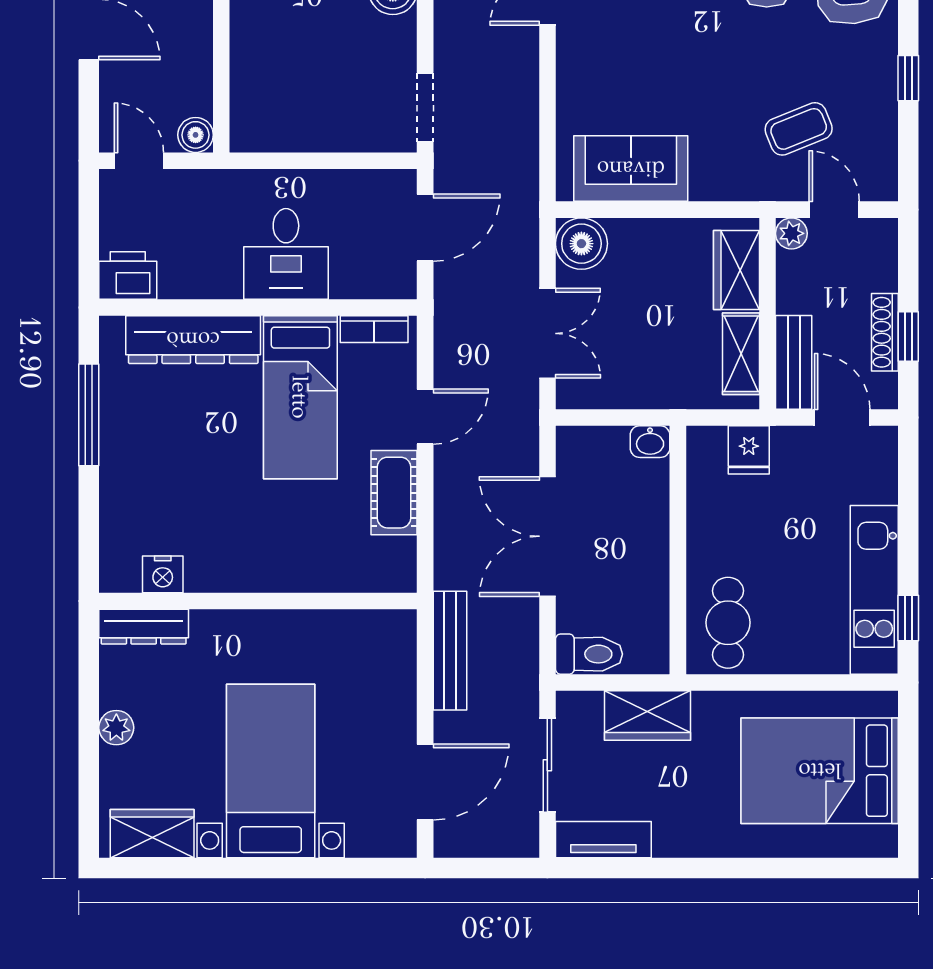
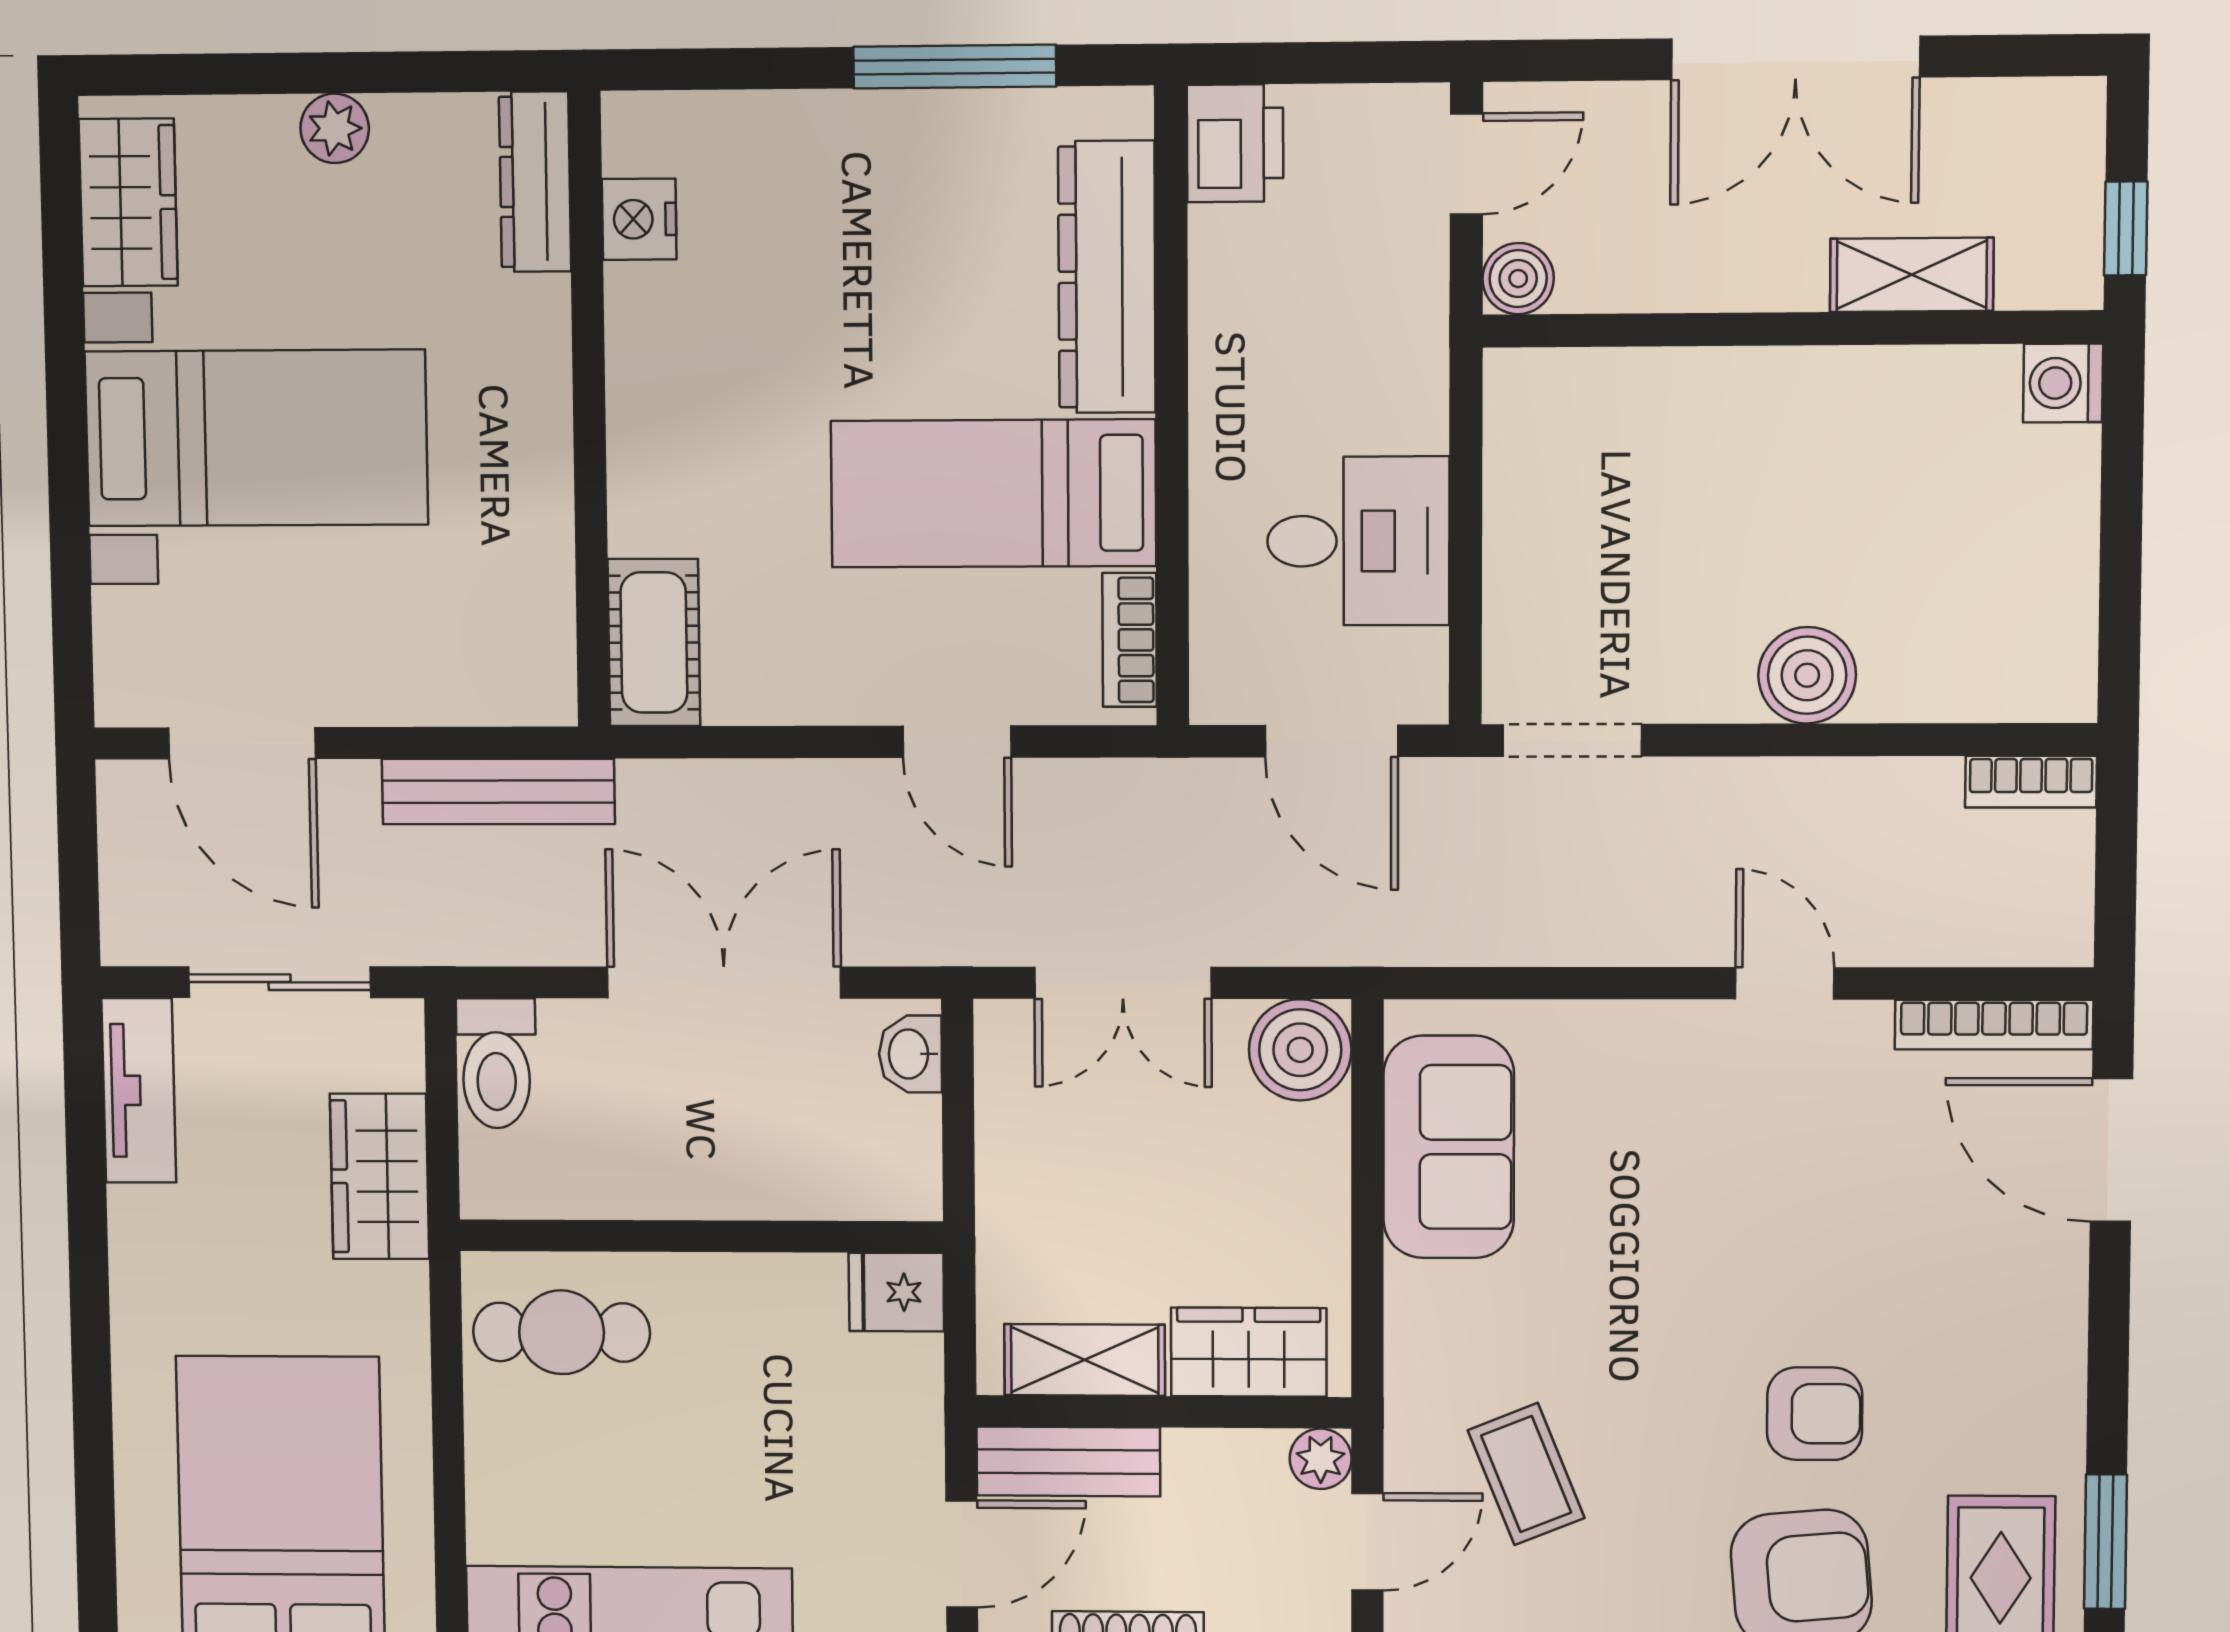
desk: (286, 254) -> (1358, 541), moved, turned 180
washbasin: (650, 442) -> (910, 1054), moved
fridge: (749, 450) -> (896, 1292), moved
cot: (394, 493) -> (654, 642), moved, turned 90

